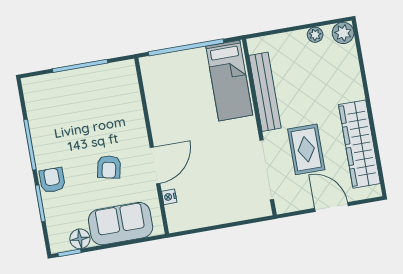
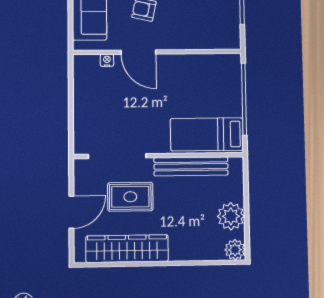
plant: (315, 35) -> (231, 216), width x1.88, depth x1.88

